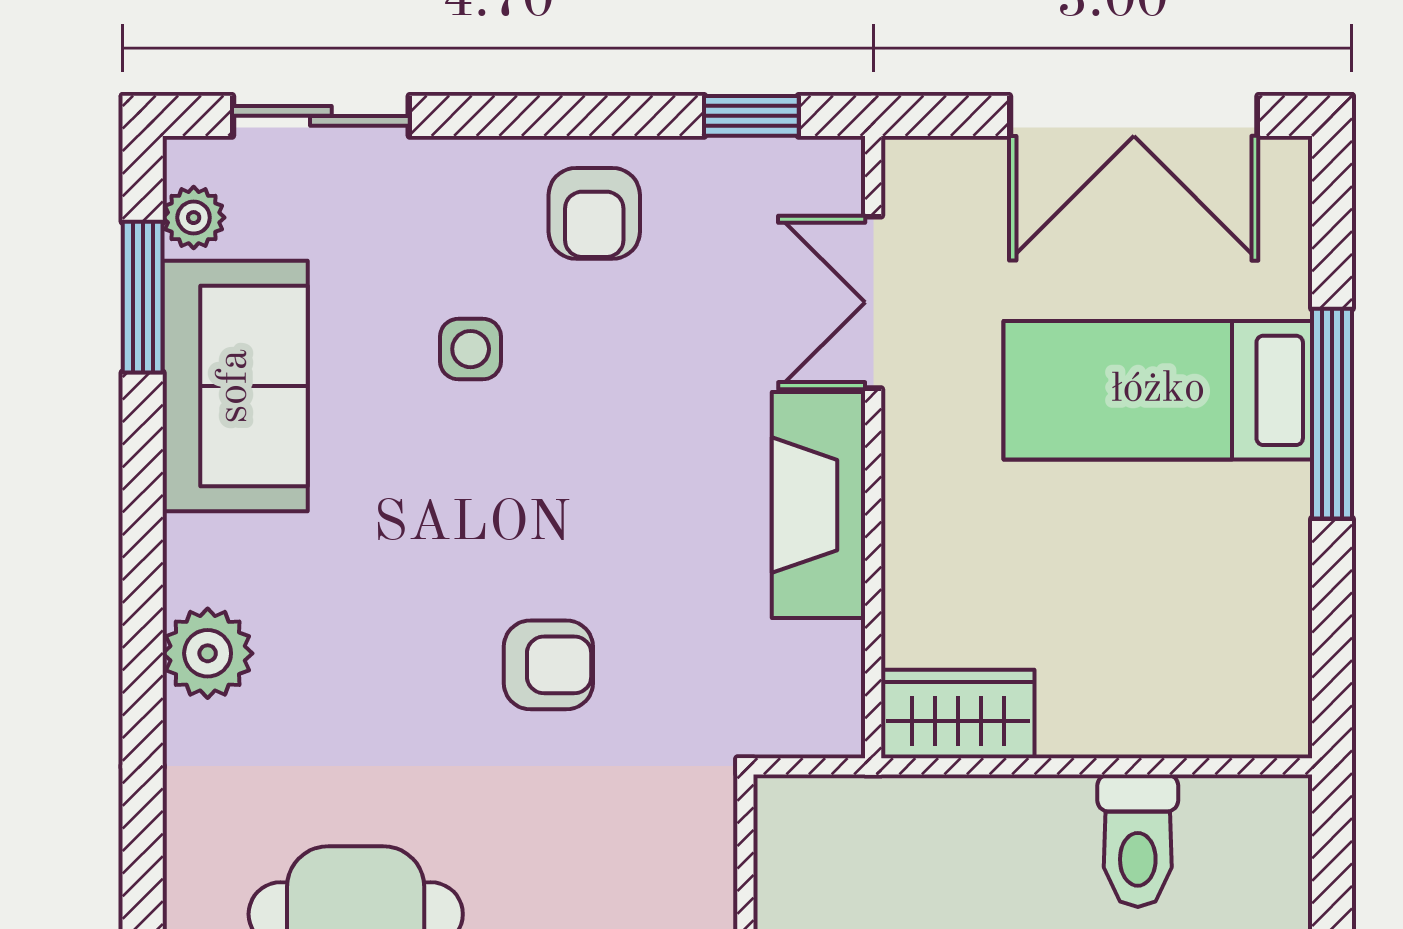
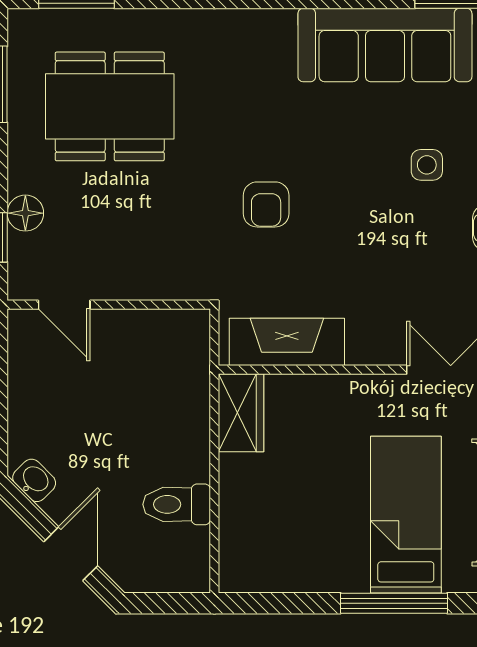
sofa: (235, 386) -> (385, 45), width x1.36
fireplace: (819, 505) -> (287, 342), moved
plant: (208, 653) -> (272, 31), removed

